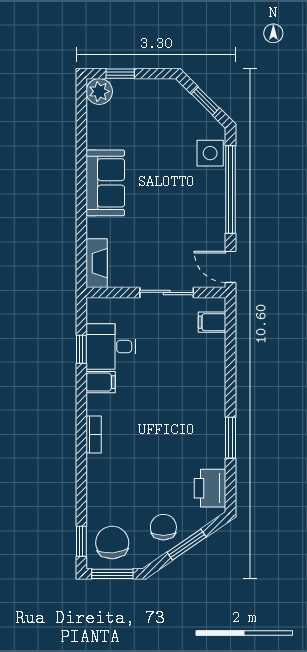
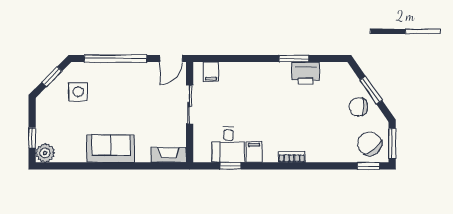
side table: (210, 153) -> (78, 92), moved
printer: (210, 488) -> (306, 73), moved
chair: (112, 542) -> (369, 144), turned 55

